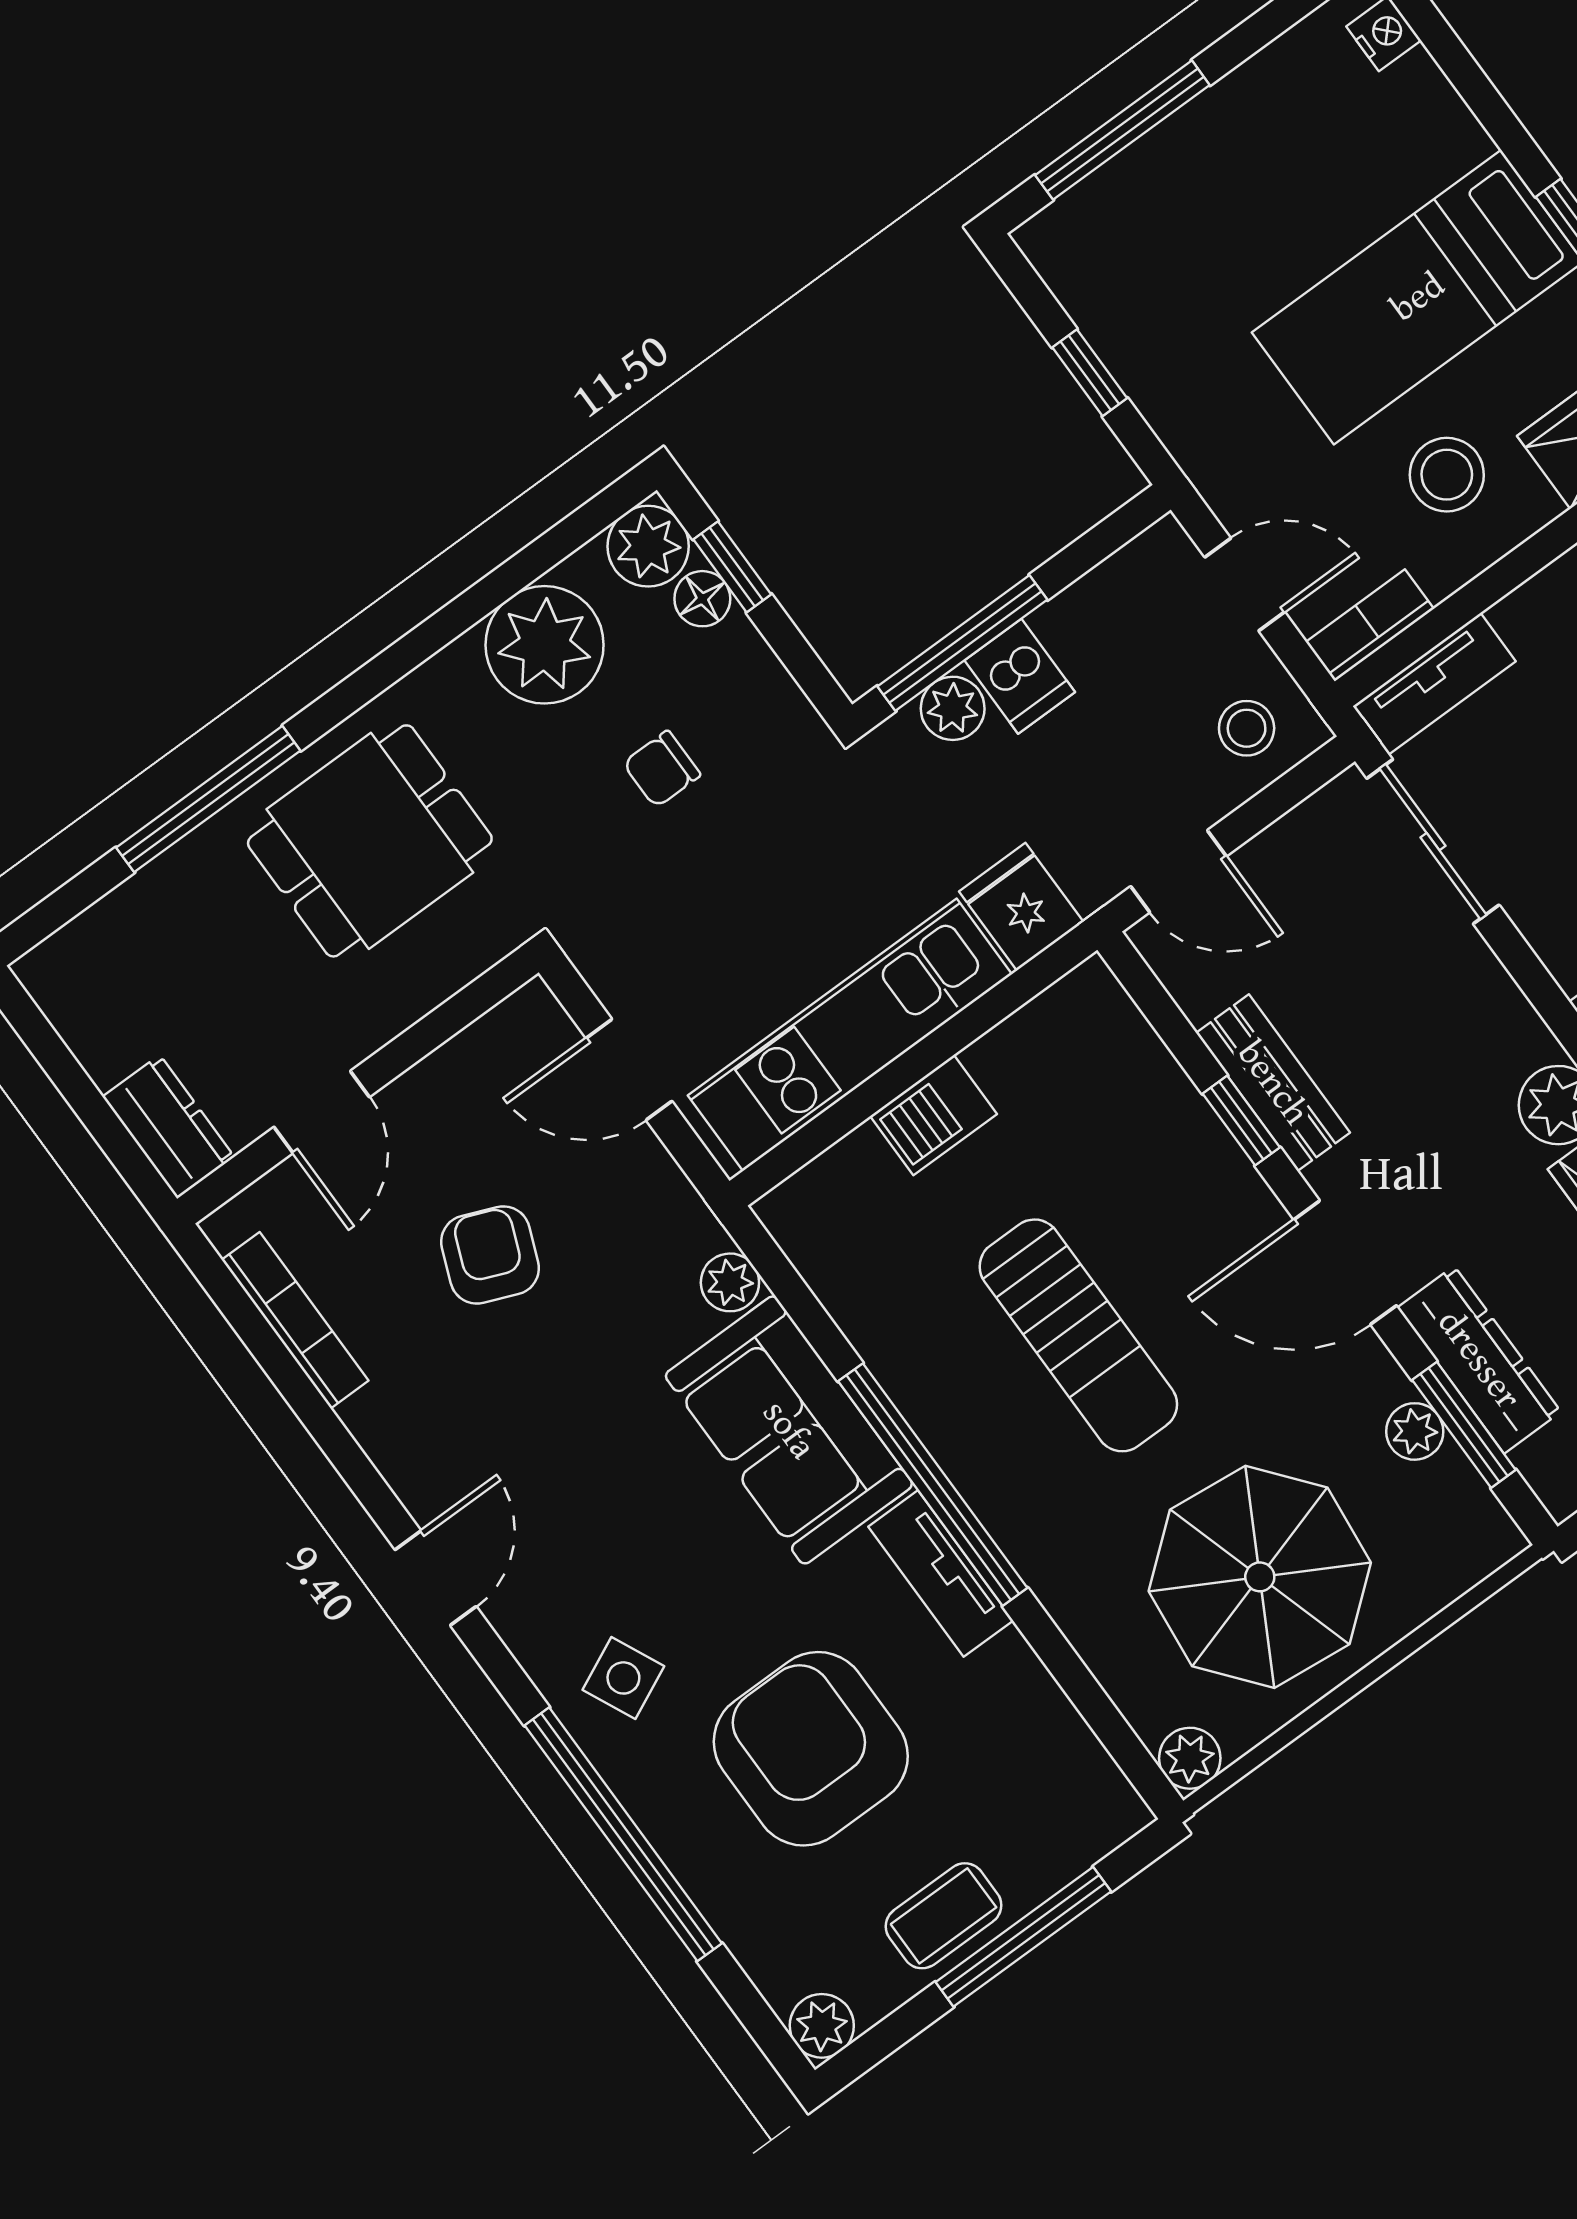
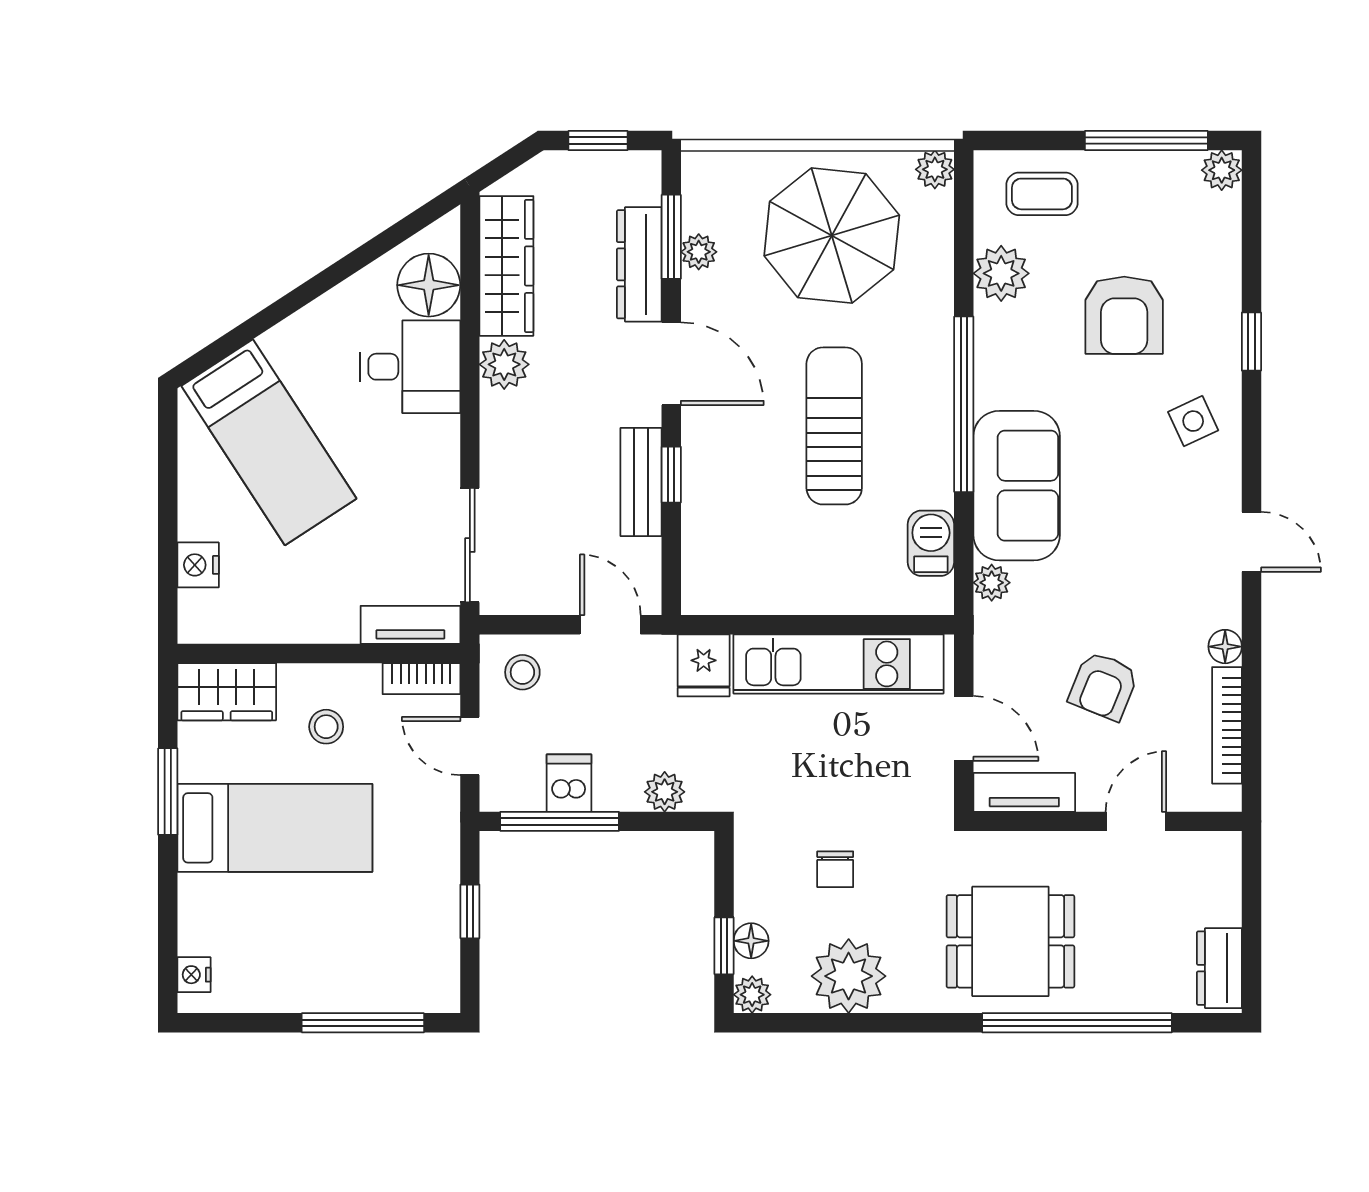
stool: (1447, 475) -> (326, 727), width x0.73, depth x0.73
plant: (648, 546) -> (752, 995), width x0.73, depth x0.73
window: (962, 643) -> (560, 821), moved
dishwasher: (1020, 676) -> (569, 783), moved
chair: (662, 769) -> (835, 869), turned 90
window: (208, 799) -> (1077, 1023), width x1.46
barbecue: (934, 1115) -> (931, 543), moved, turned -90
dresser: (168, 1127) -> (1219, 968), moved
floor lamp: (371, 1419) -> (1225, 647), added
tv unit: (941, 1574) -> (1024, 792), moved, turned -90
door: (436, 1578) -> (1251, 542), swing flipped
plant: (1007, 1687) -> (1001, 273), added
armchair: (811, 1749) -> (1124, 315), width x0.73, depth x0.73
window: (623, 1834) -> (1251, 342), width x0.32
coffee table: (943, 1916) -> (1042, 194), moved
window: (1023, 1937) -> (1146, 140), moved

